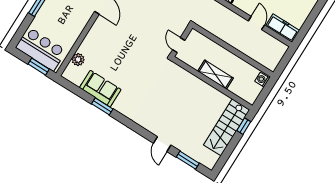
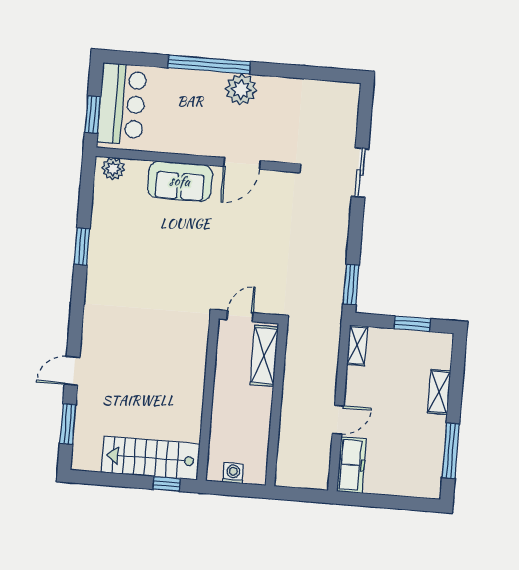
plant: (78, 60) -> (113, 169), moved
shelving: (216, 75) -> (264, 356), moved
washing machine: (262, 80) -> (233, 473), moved
sofa: (100, 89) -> (180, 181), moved, turned 90

